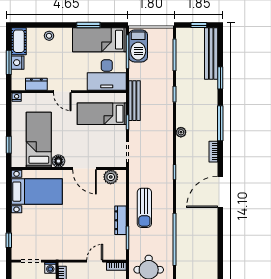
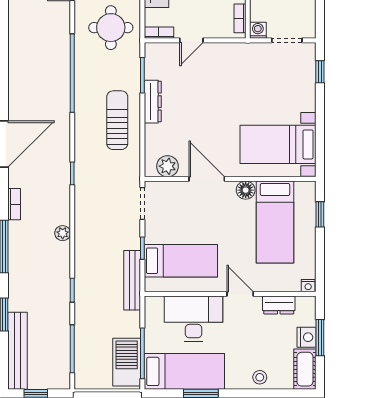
desk: (107, 75) -> (193, 319), moved

